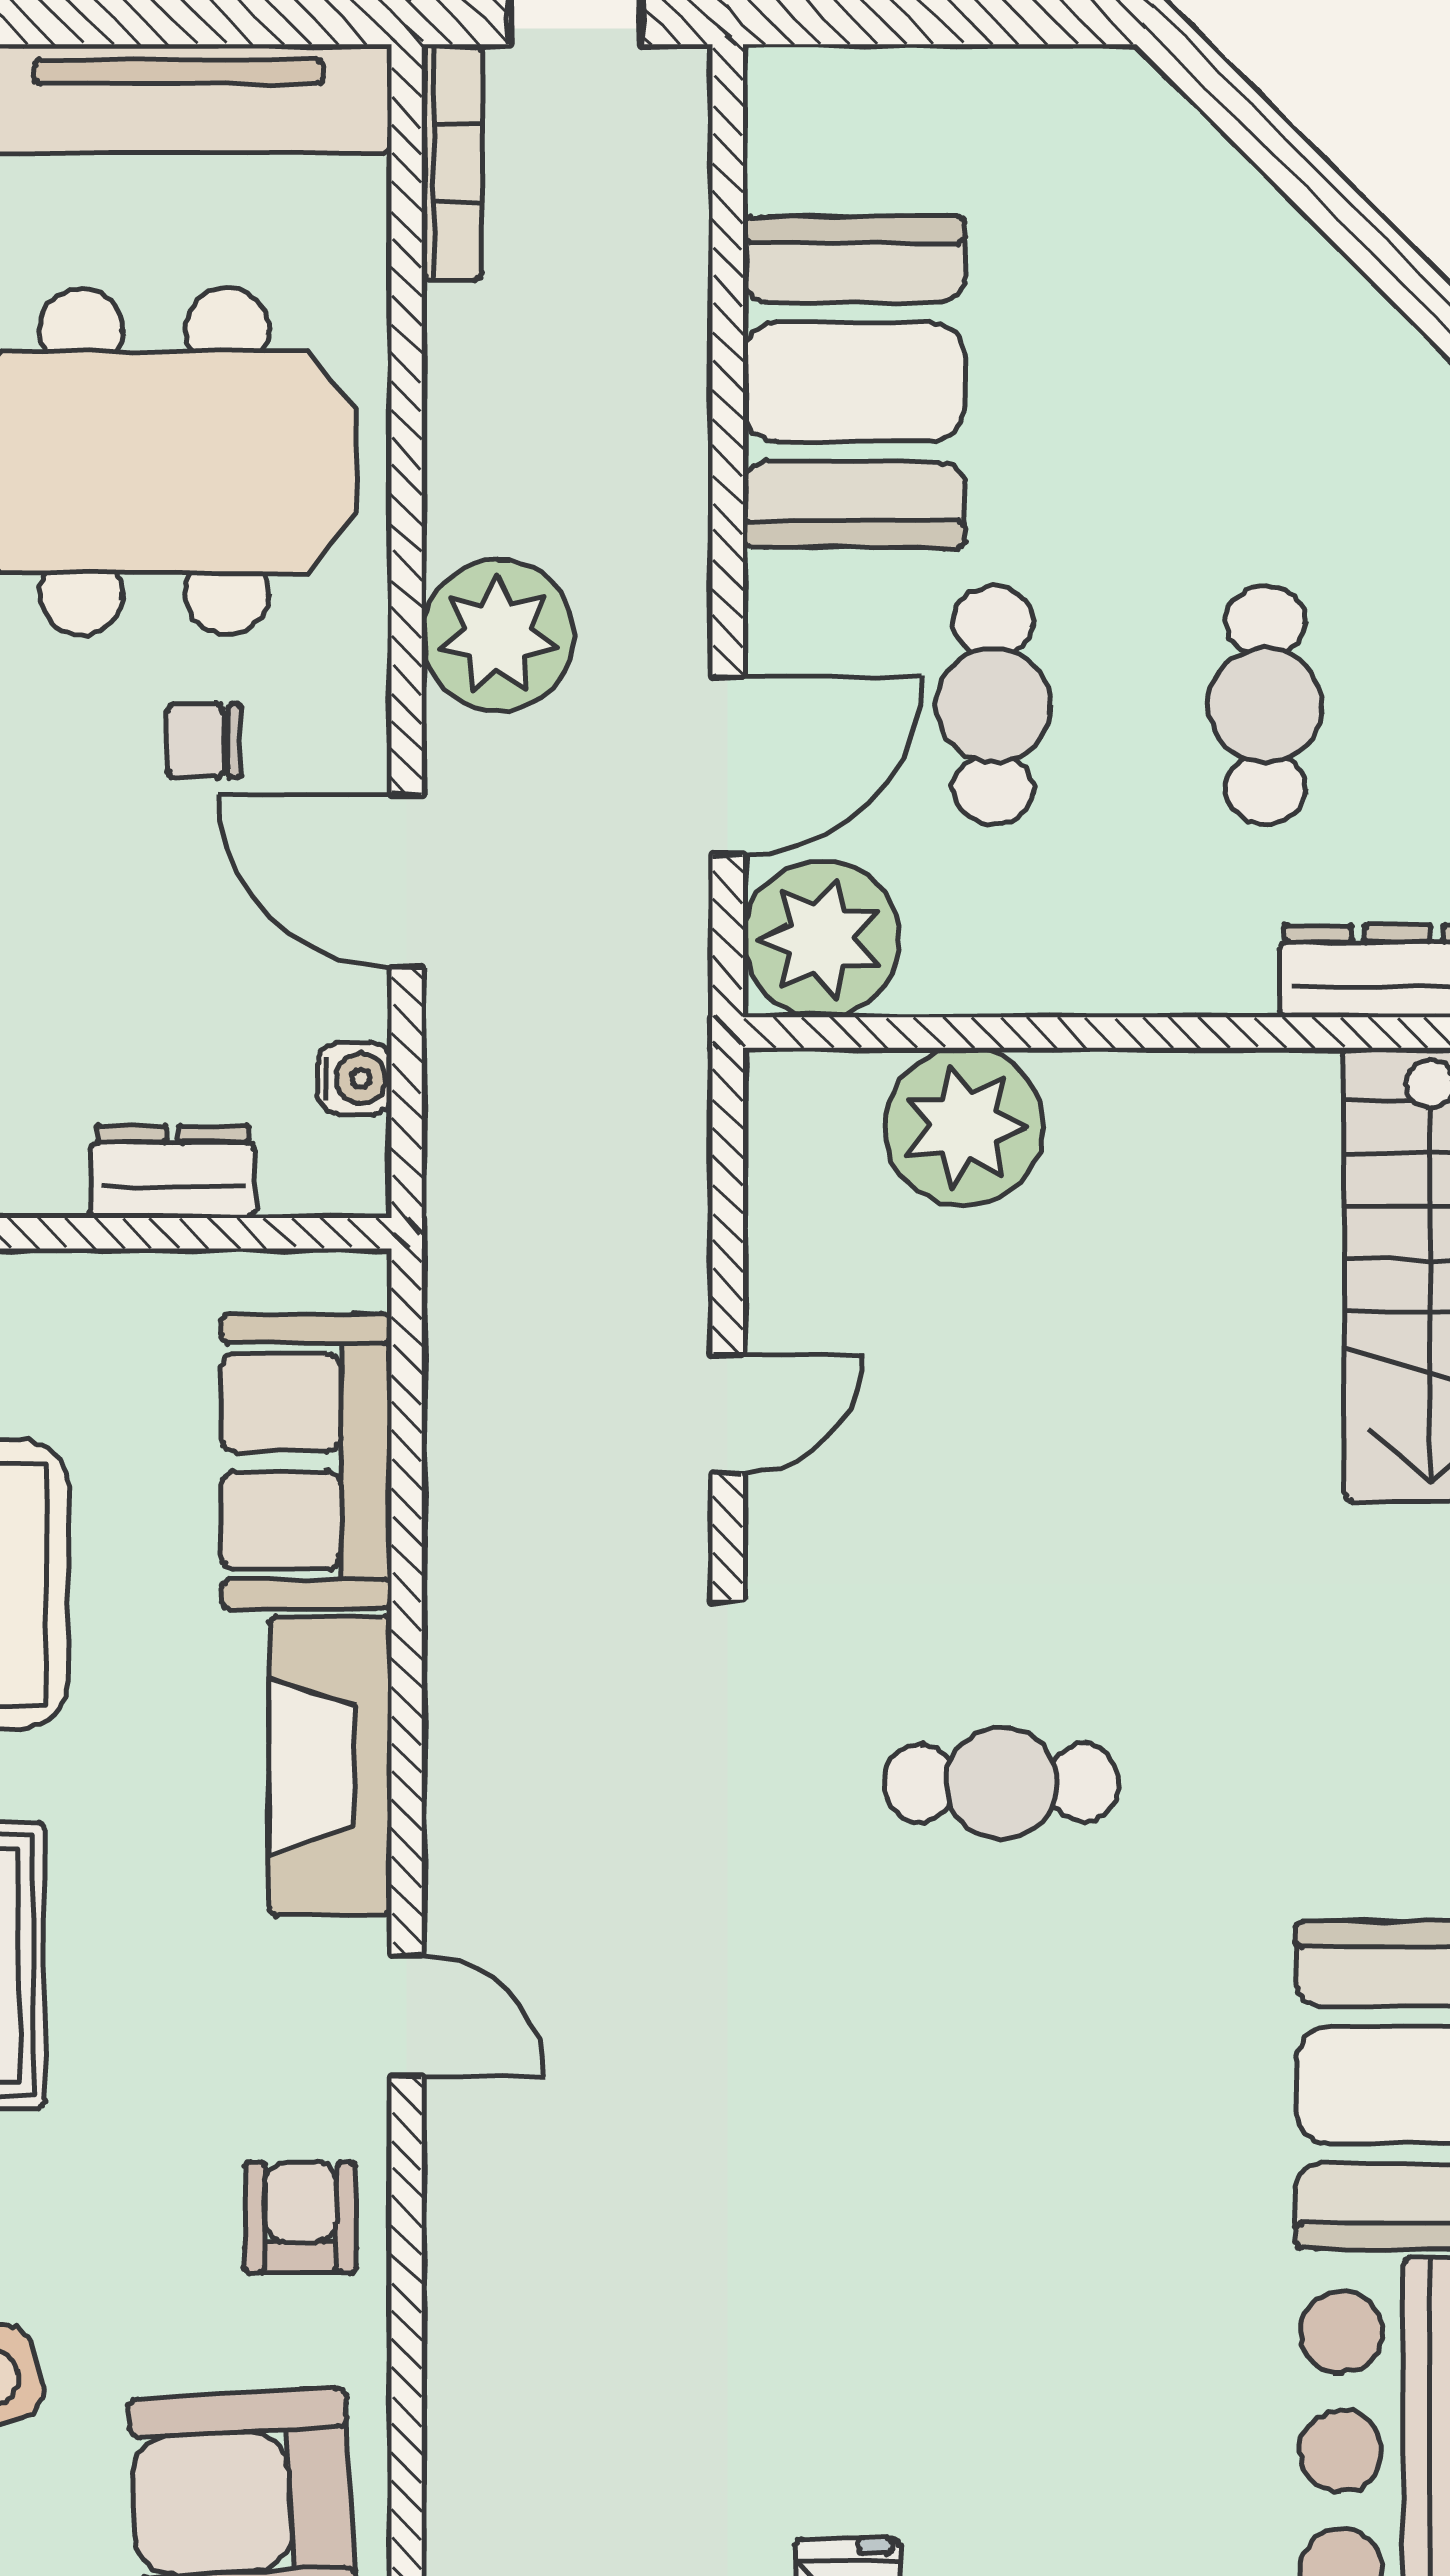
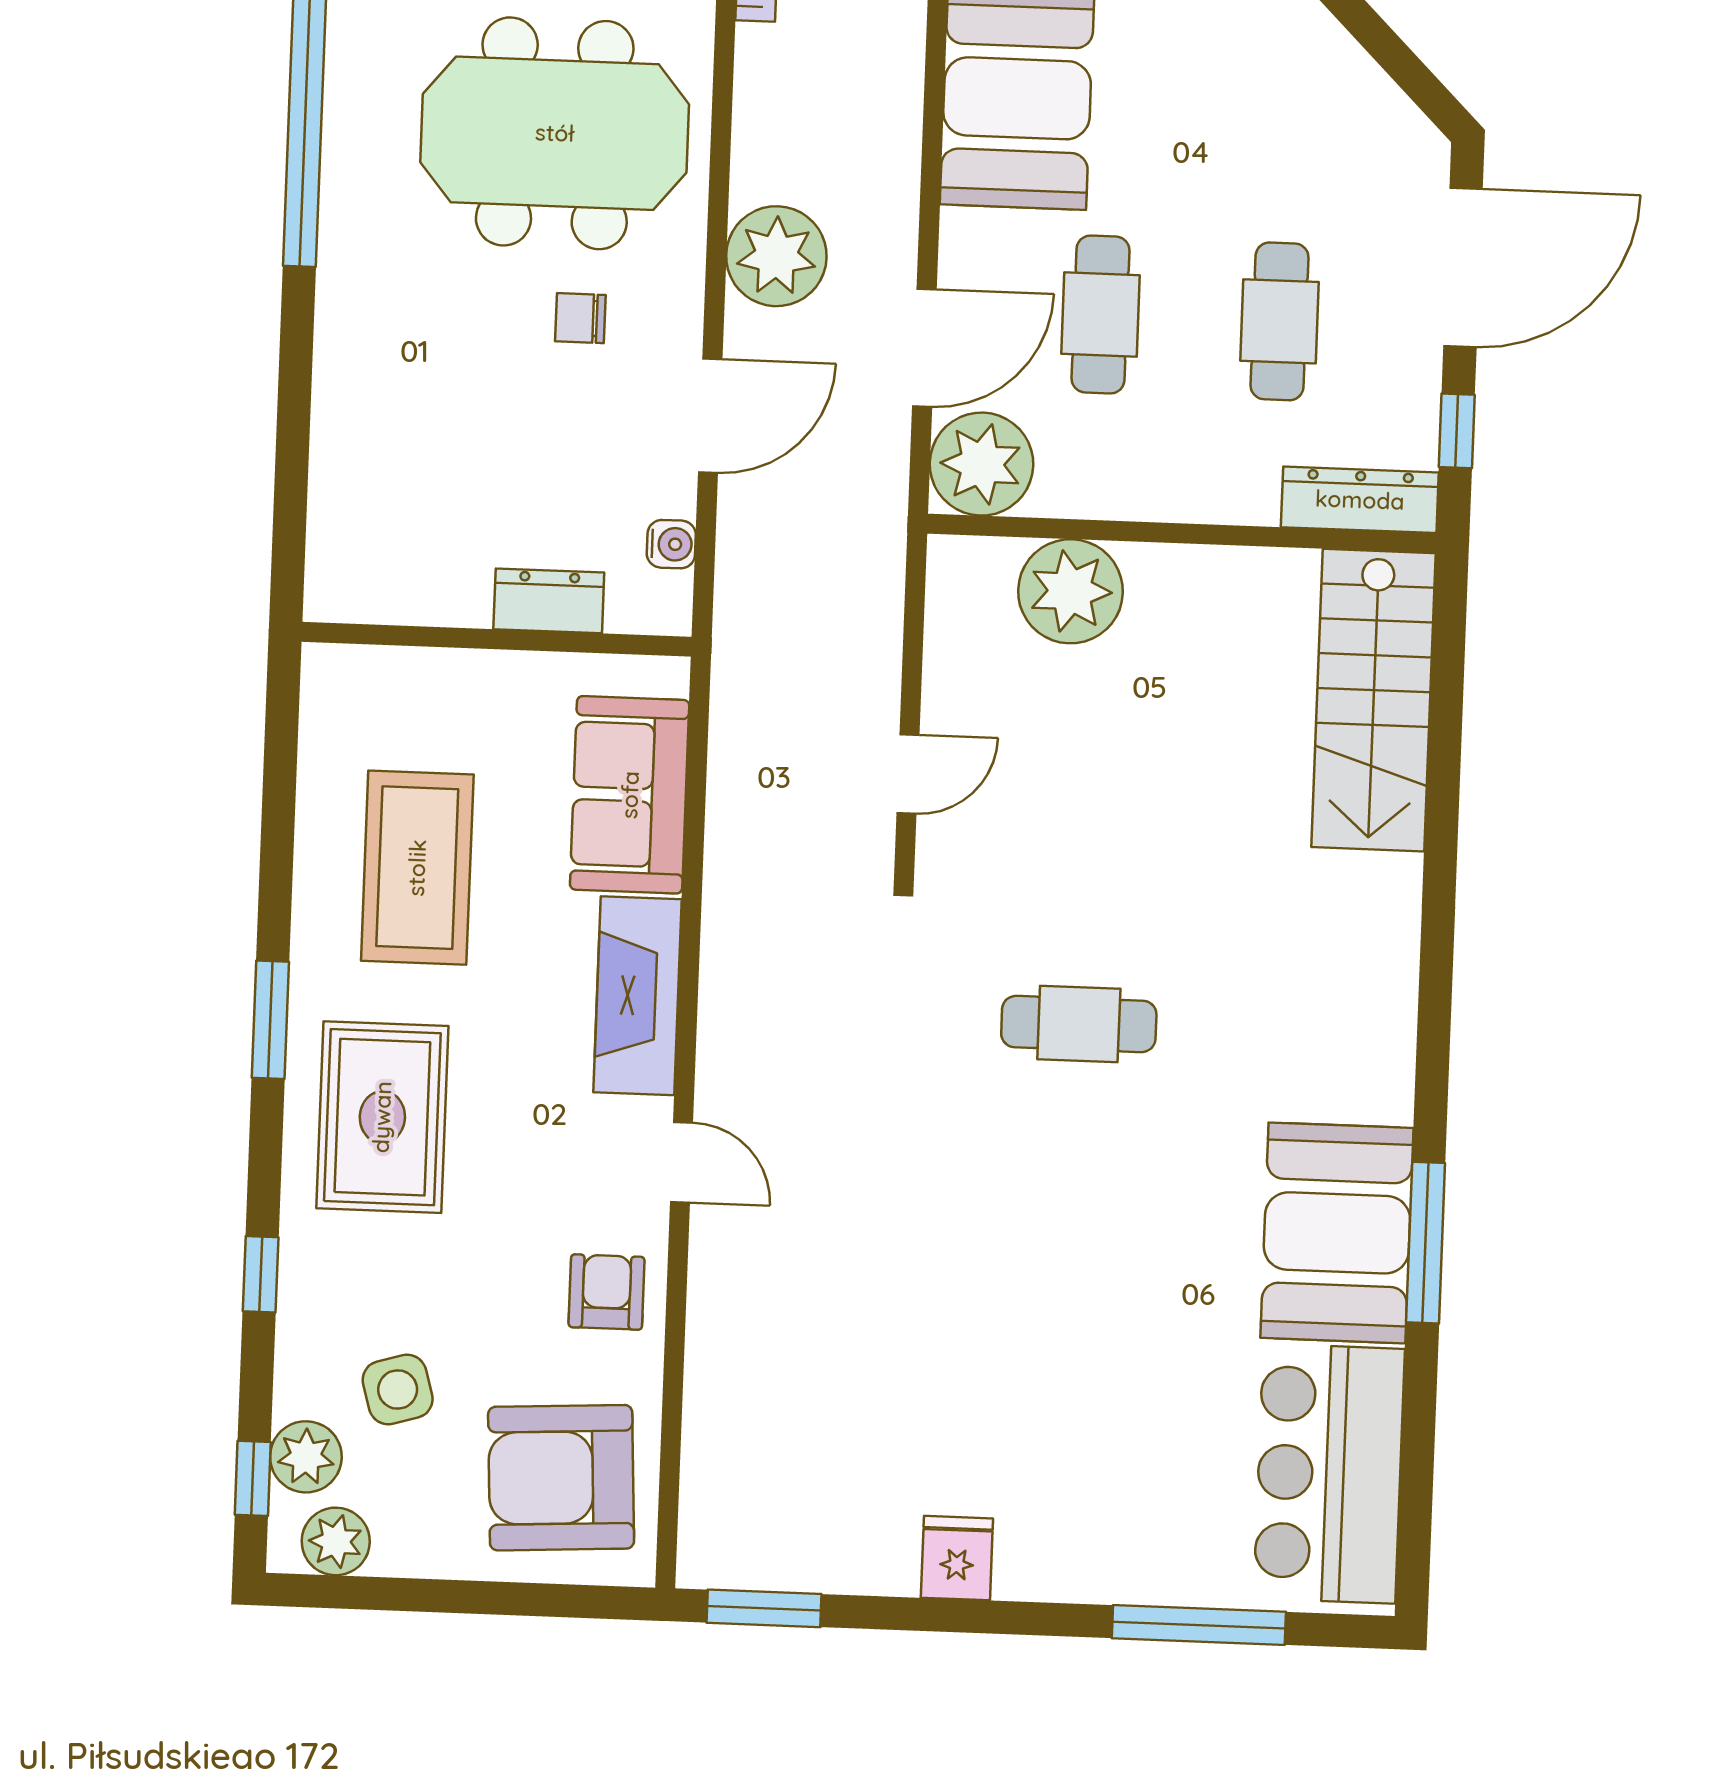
door: (407, 881) -> (710, 416), swing flipped

